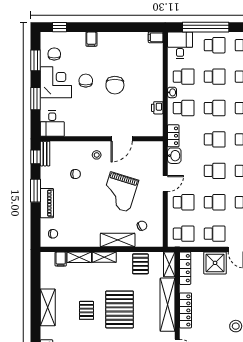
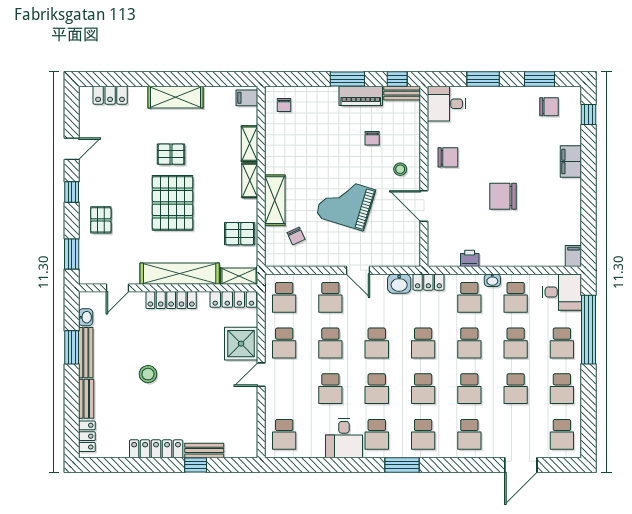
filing cabinet: (91, 39) -> (571, 162), width x2.00
chair: (86, 81) -> (448, 157), moved
corner desk: (56, 82) -> (507, 109), removed
piano: (47, 203) -> (361, 96), moved
filing cabinet: (61, 259) -> (247, 98), moved
pallet: (120, 309) -> (173, 203), turned 90

